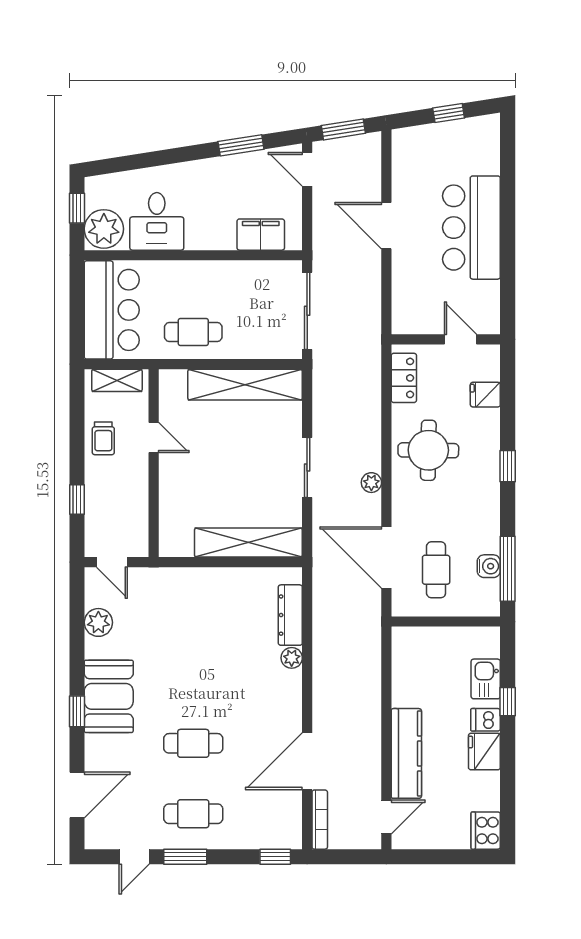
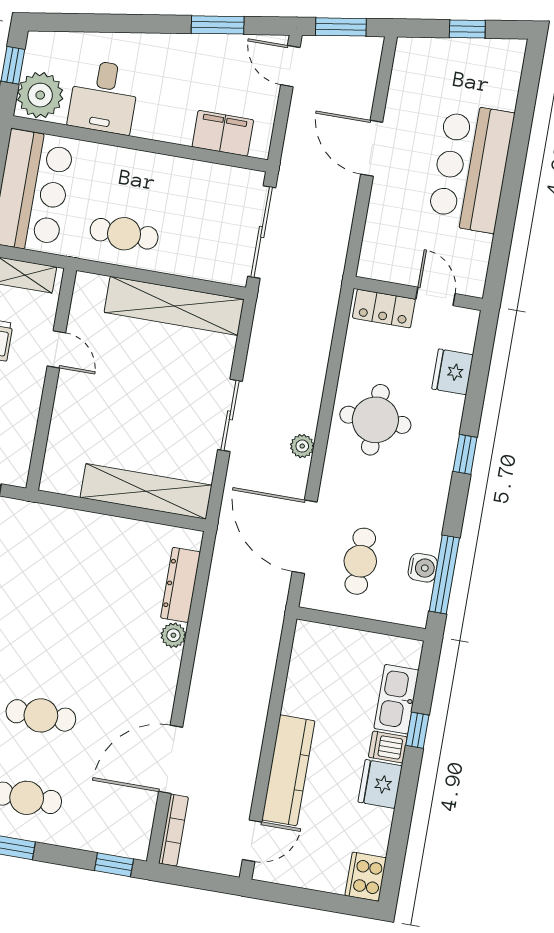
locker: (404, 378) -> (384, 309), moved, turned 90
fridge: (485, 395) -> (452, 372), width x1.38
kitchen sink: (486, 679) -> (396, 699), width x1.38

